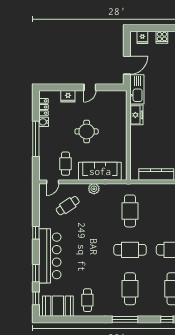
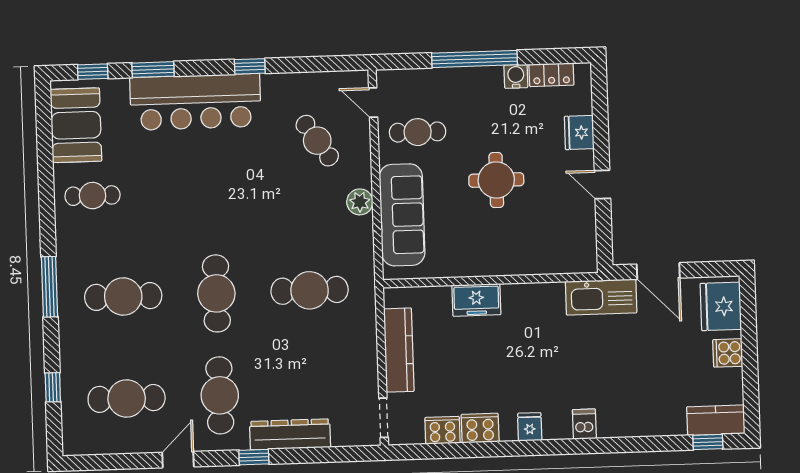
fridge: (142, 37) -> (721, 306), width x1.88, depth x1.34
freezer: (136, 115) -> (476, 300), moved

